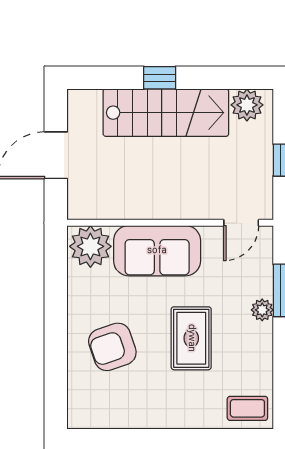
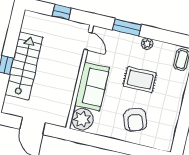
plant: (247, 105) -> (30, 24), removed
plant: (262, 310) -> (147, 44), moved

